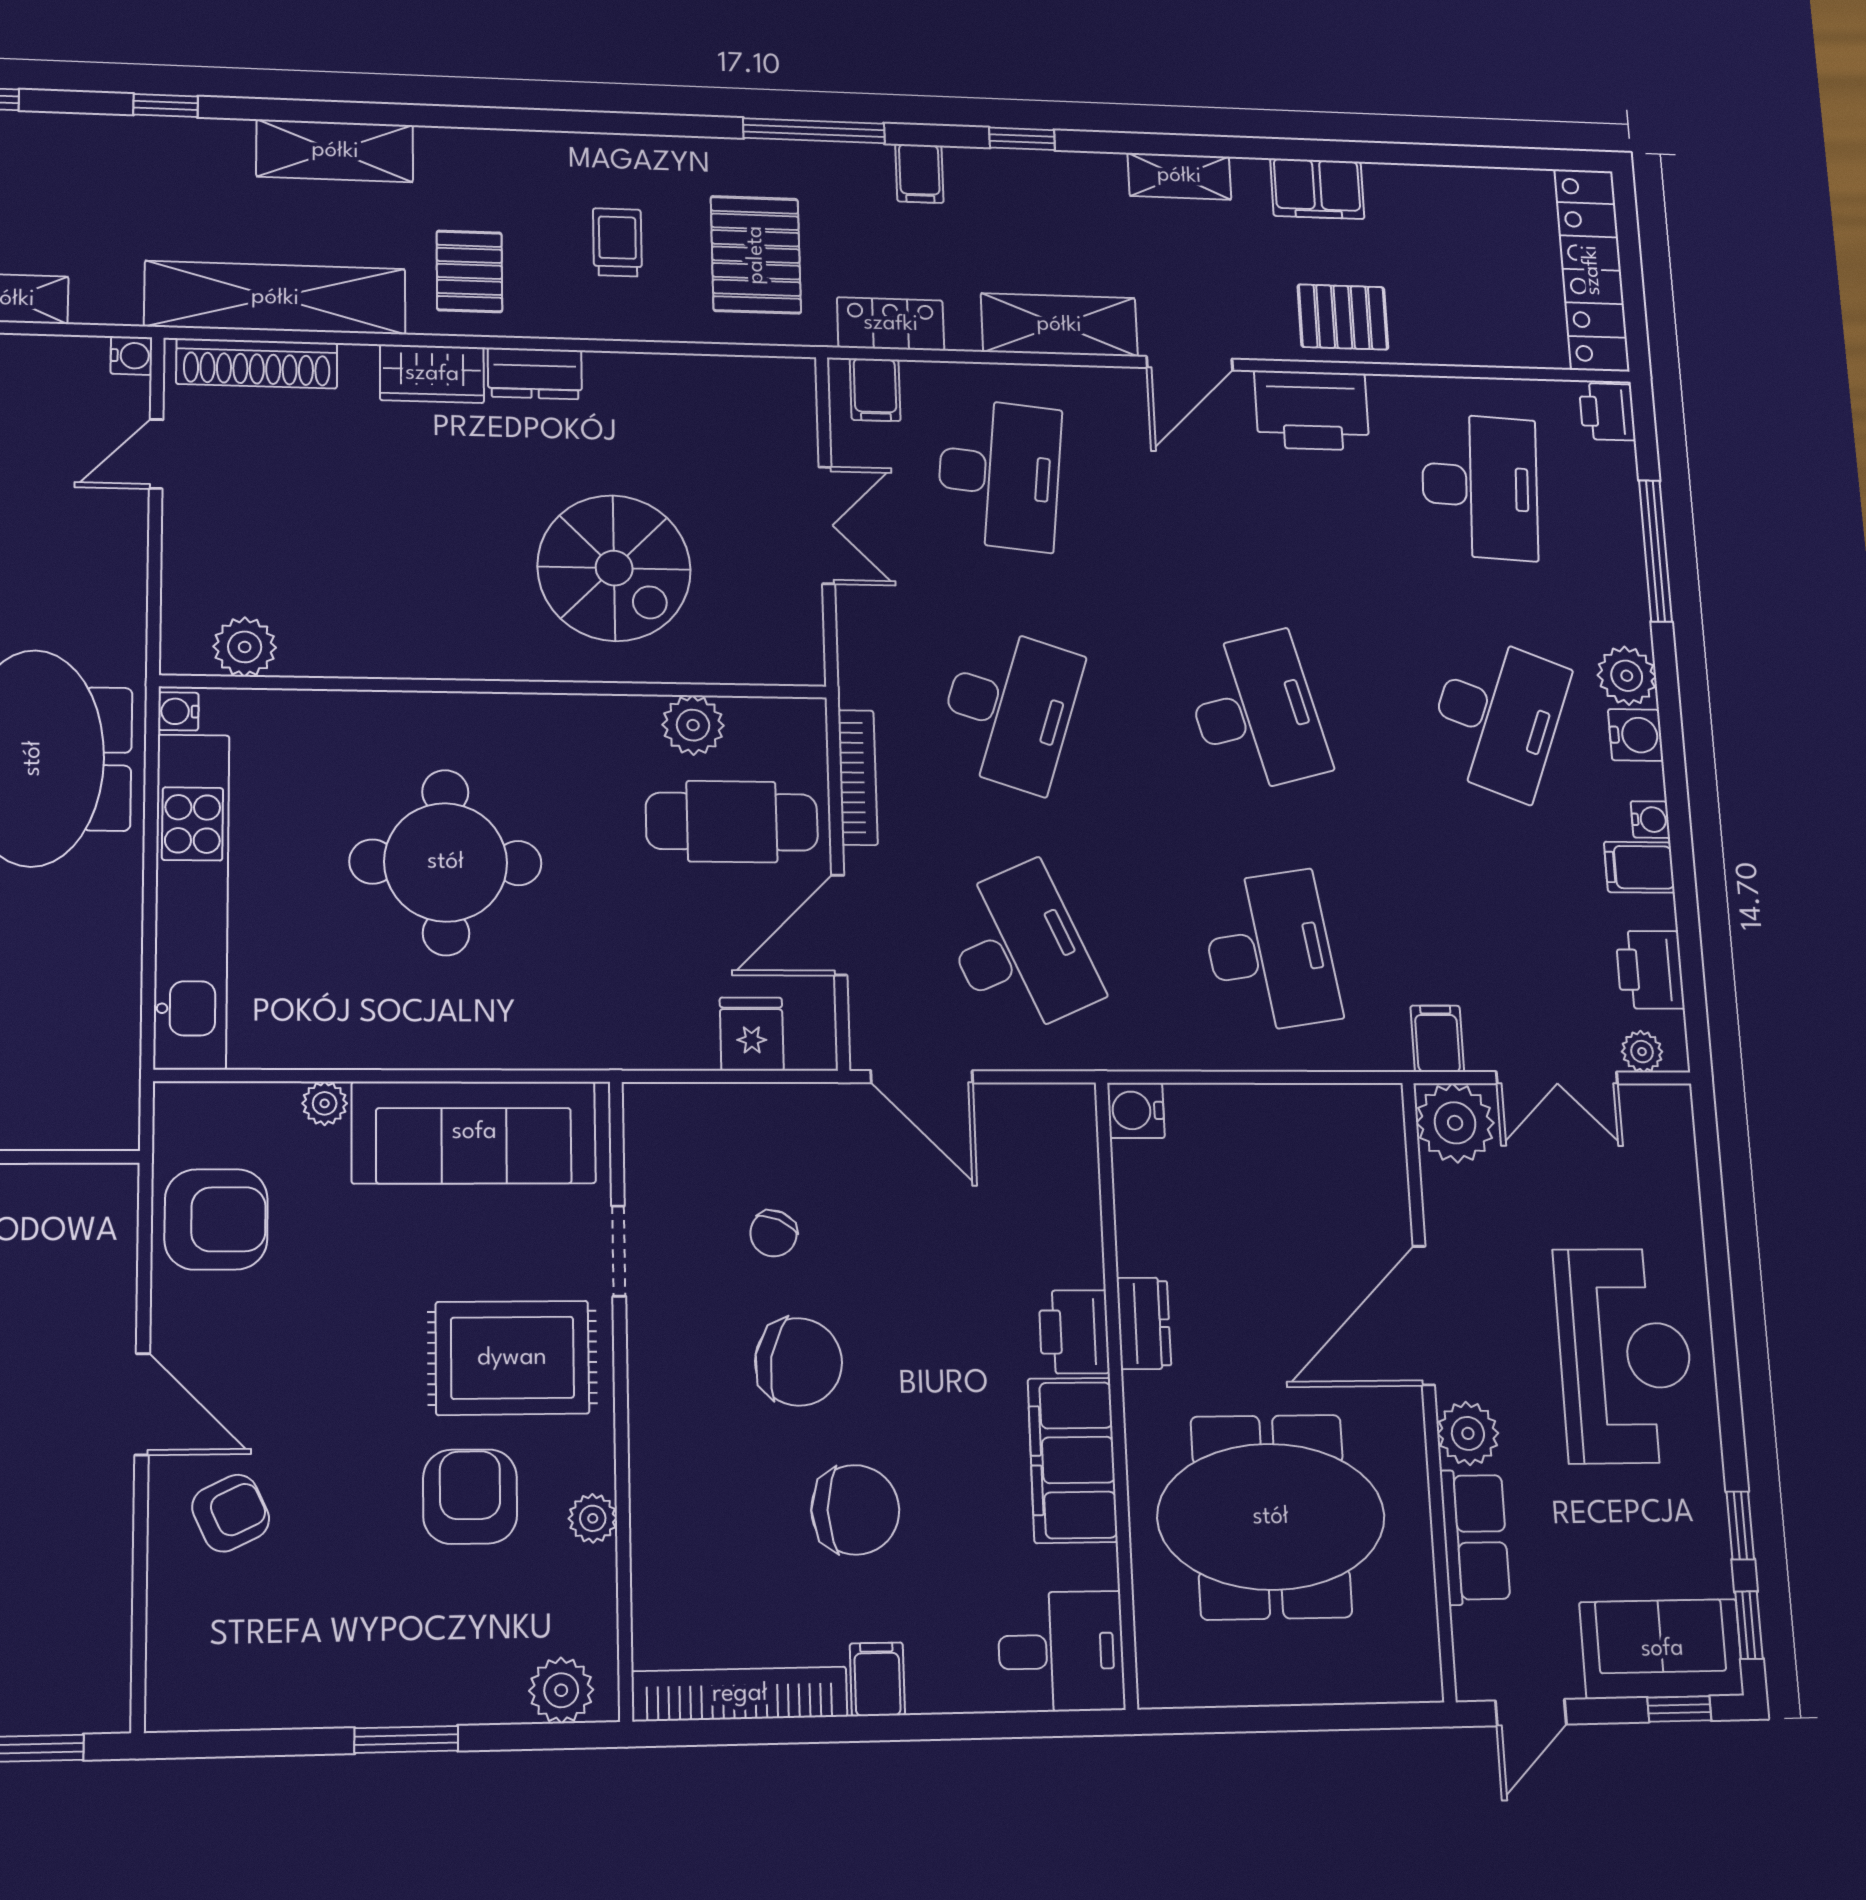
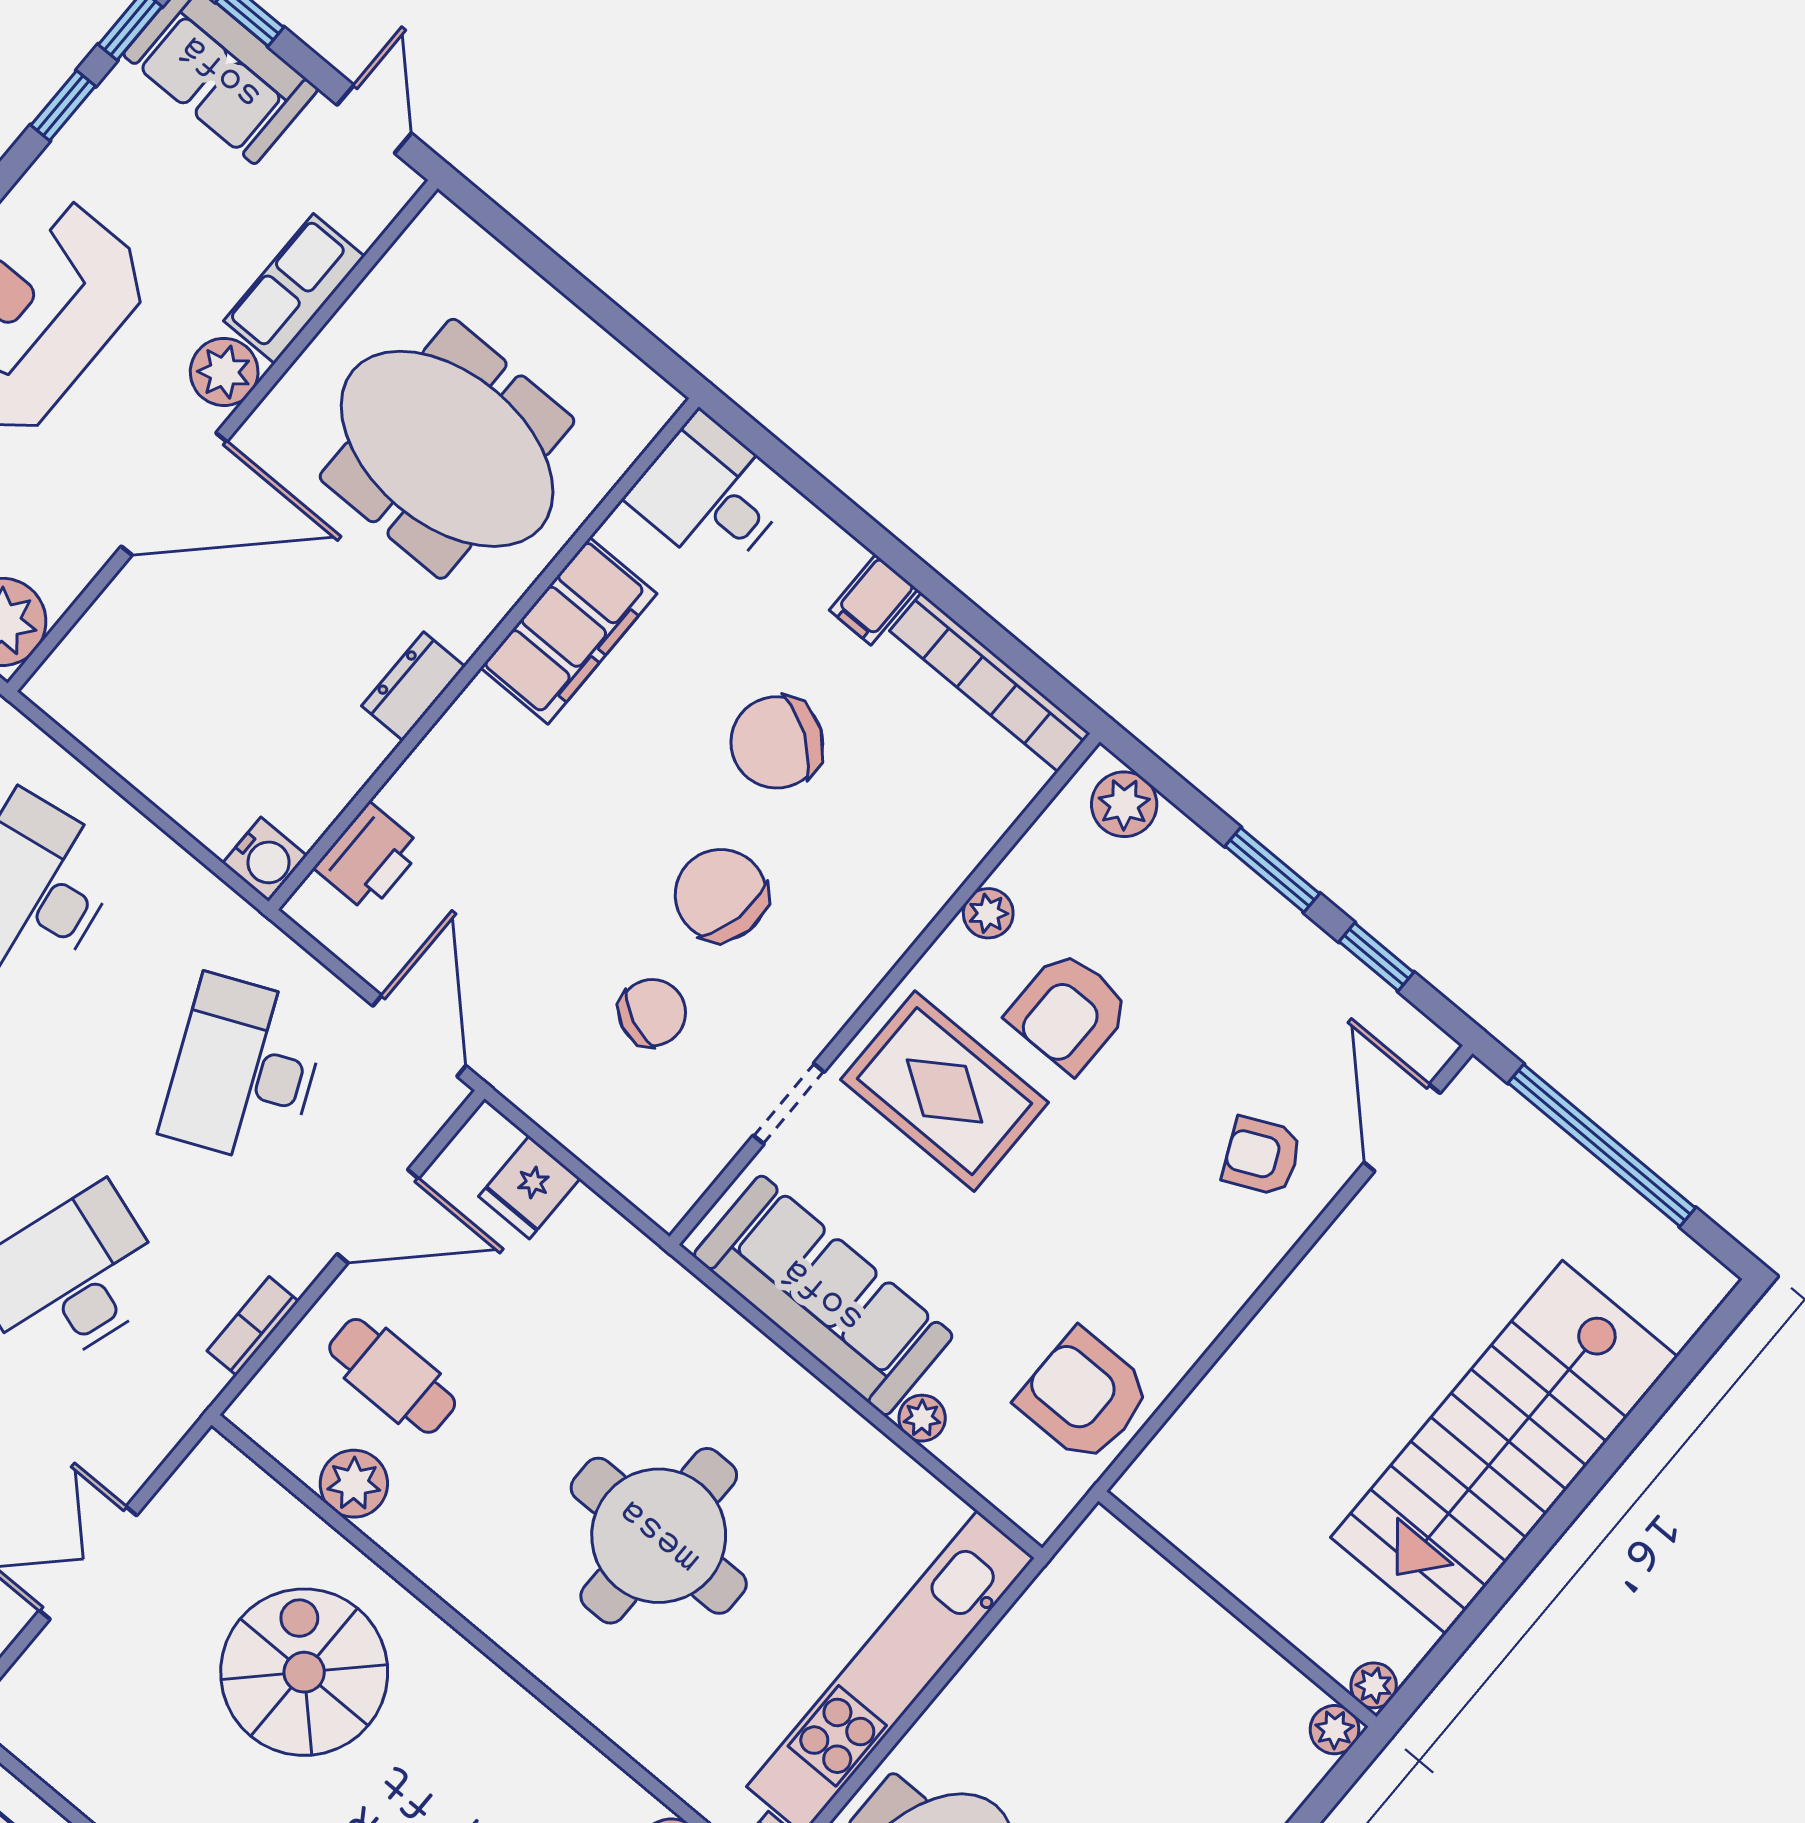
bookcase: (858, 777) -> (253, 1326), width x0.64
cafe table: (732, 822) -> (392, 1376), width x0.73, depth x0.74
chair: (773, 1233) -> (652, 1013), width x1.37, depth x1.37
printer: (1074, 1332) -> (369, 858), moved
door: (142, 1404) -> (1402, 1128), moved
chair: (855, 1510) -> (777, 742), turned -56
door: (1531, 1713) -> (374, 119), hinge flipped
window: (269, 1743) -> (1376, 957), added

